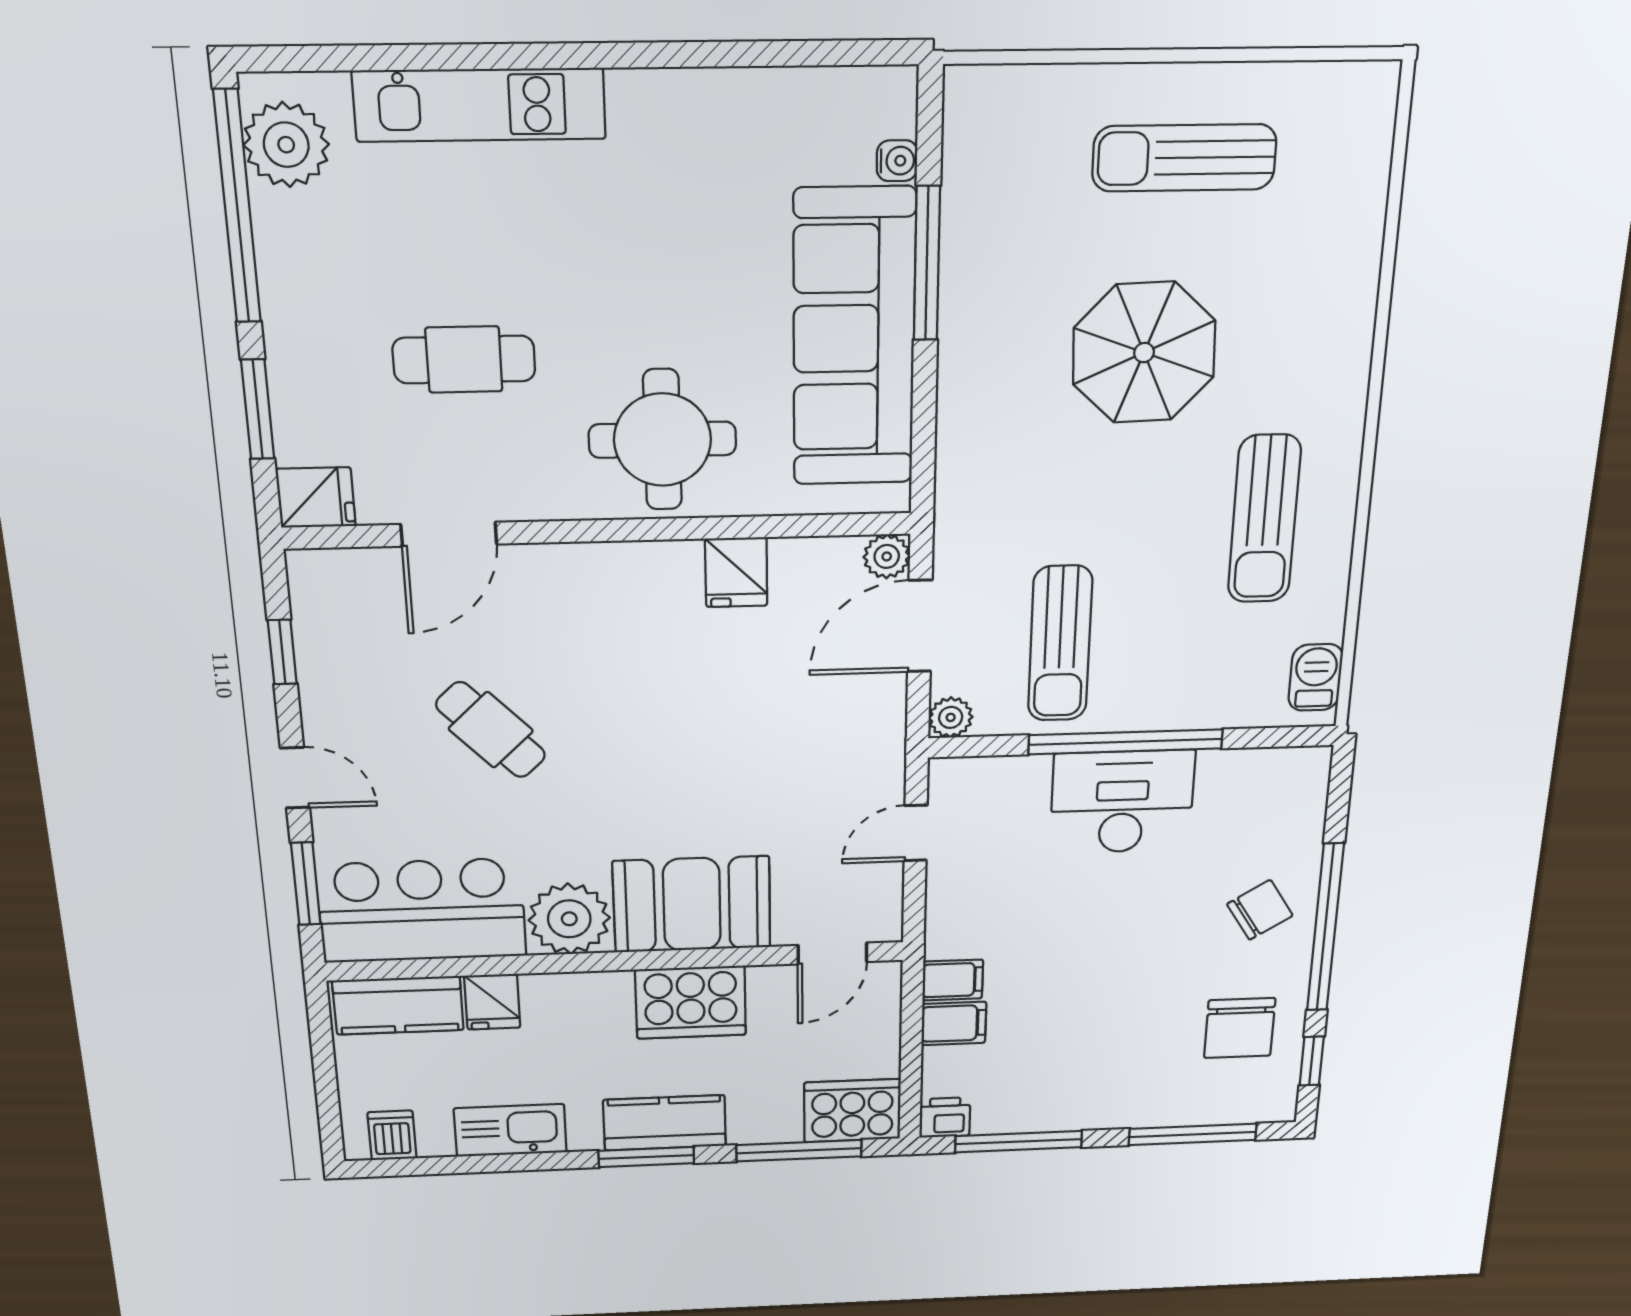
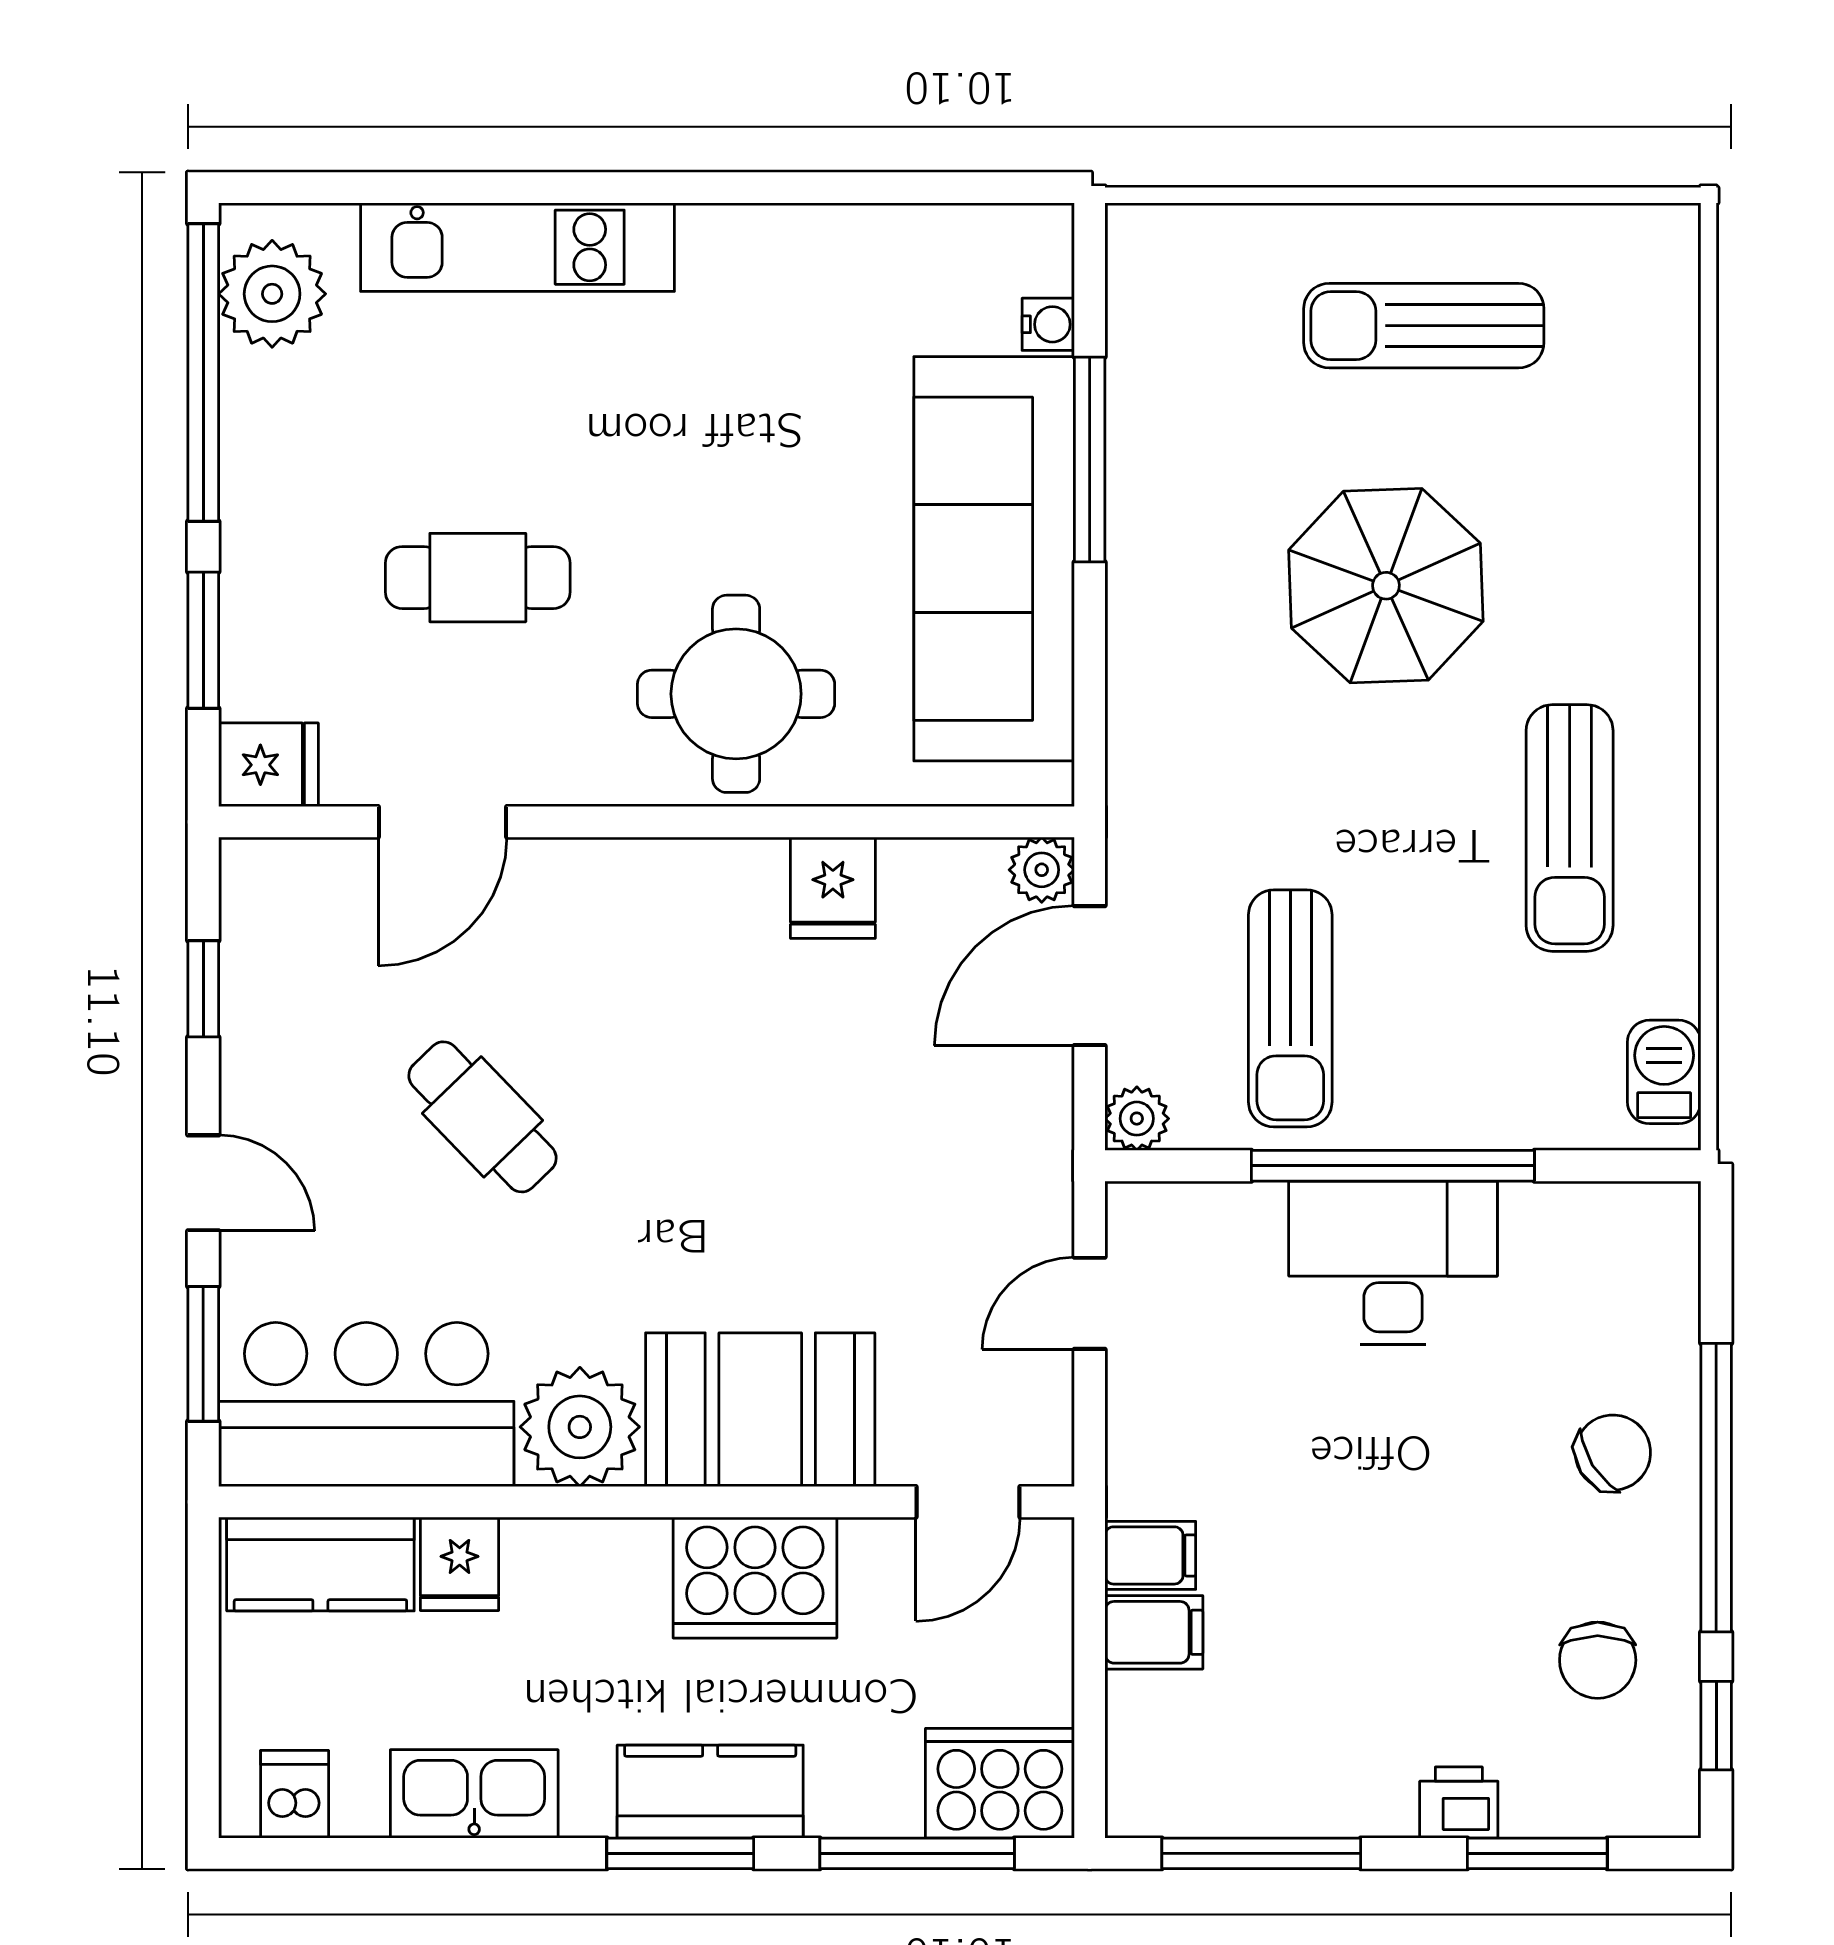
chair: (1240, 1028) -> (1598, 1660), width x0.73, depth x0.73
printer: (945, 1117) -> (1459, 1803), moved
window: (1193, 1134) -> (1537, 1853), width x0.69

